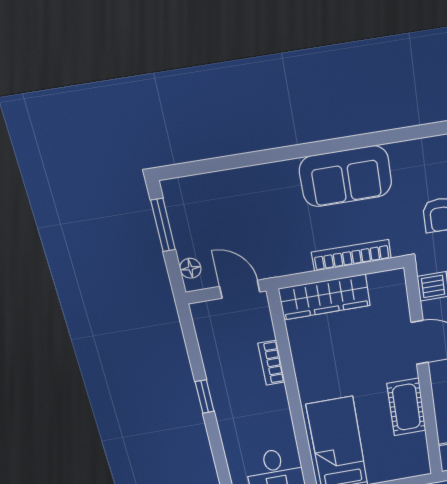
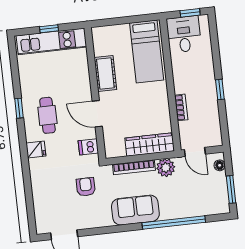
window: (270, 156) -> (174, 222), added
plant: (292, 258) -> (166, 168), added

